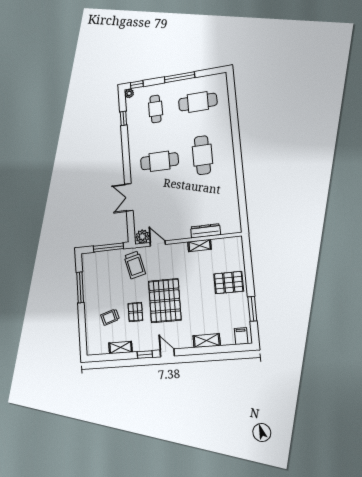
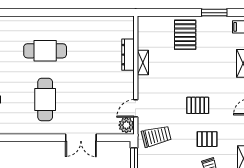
pallet: (165, 301) -> (198, 105), width x0.49, depth x0.50

